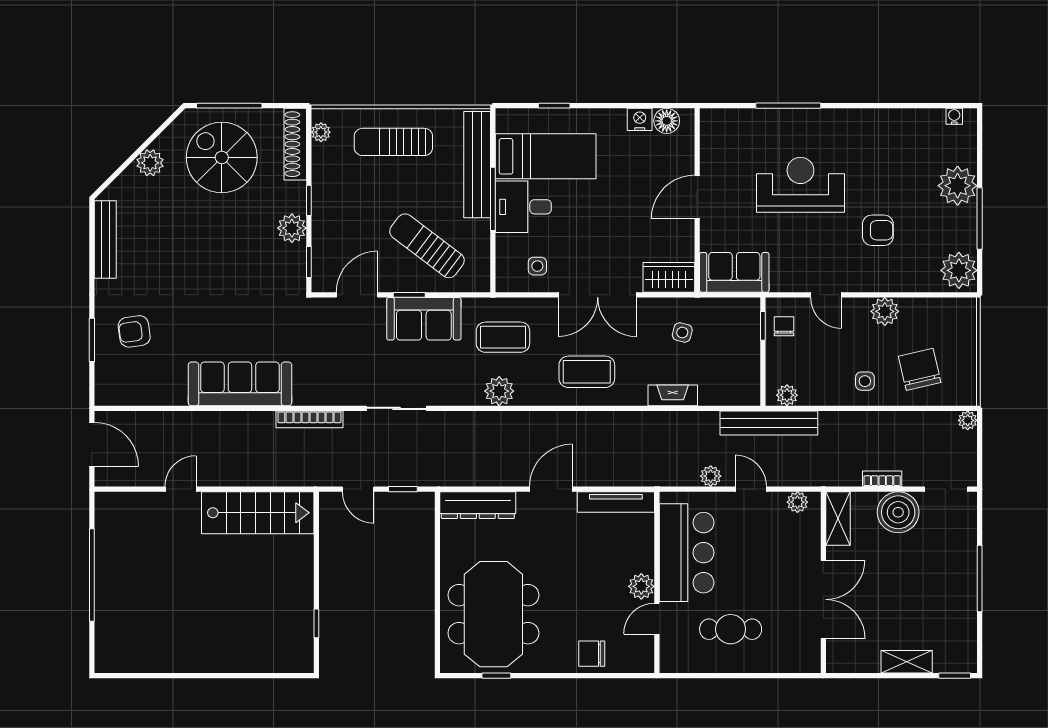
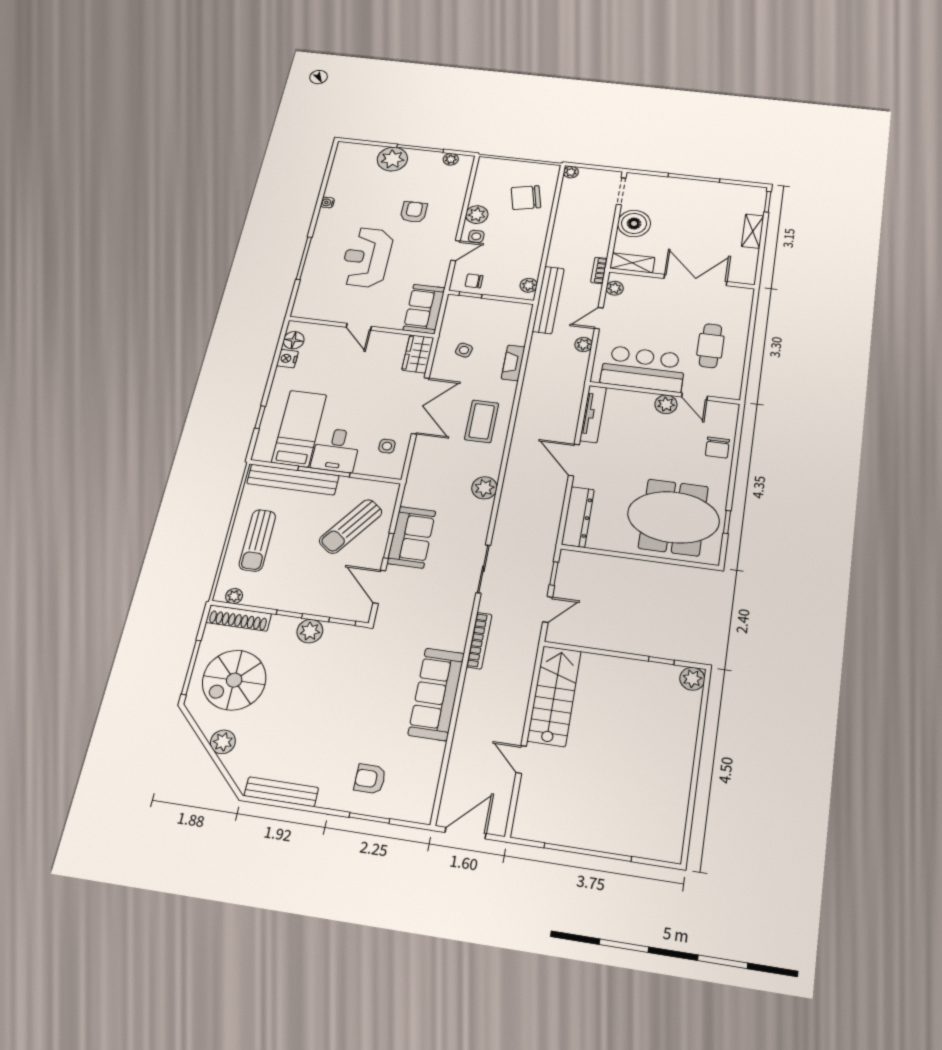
water cooler: (954, 116) -> (327, 203), moved
door: (697, 197) -> (359, 327), width x0.73
plant: (959, 270) -> (451, 159), width x0.53, depth x0.53
armchair: (134, 331) -> (370, 779), turned 98
coffee table: (503, 337) -> (440, 479), removed
side table: (865, 381) -> (476, 236), moved
bookcase: (882, 479) -> (599, 270), moved
plant: (300, 660) -> (692, 679), added

